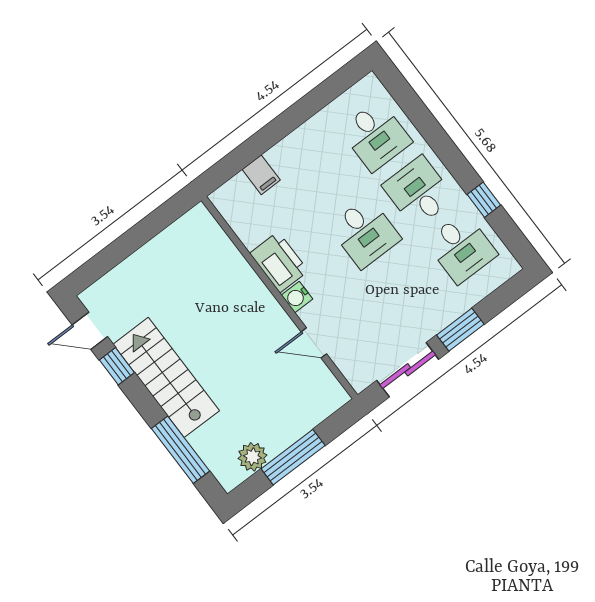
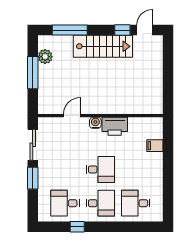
desk: (365, 233) -> (100, 169), turned 180

